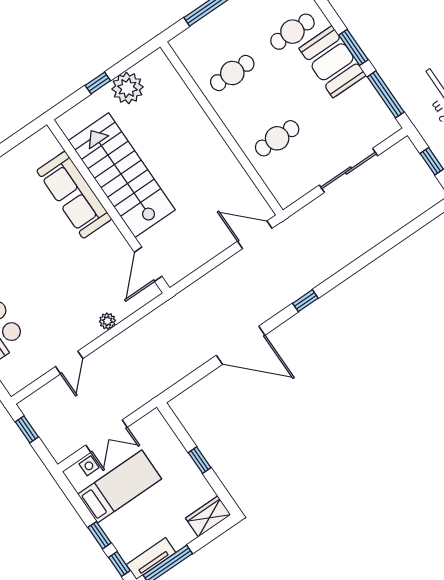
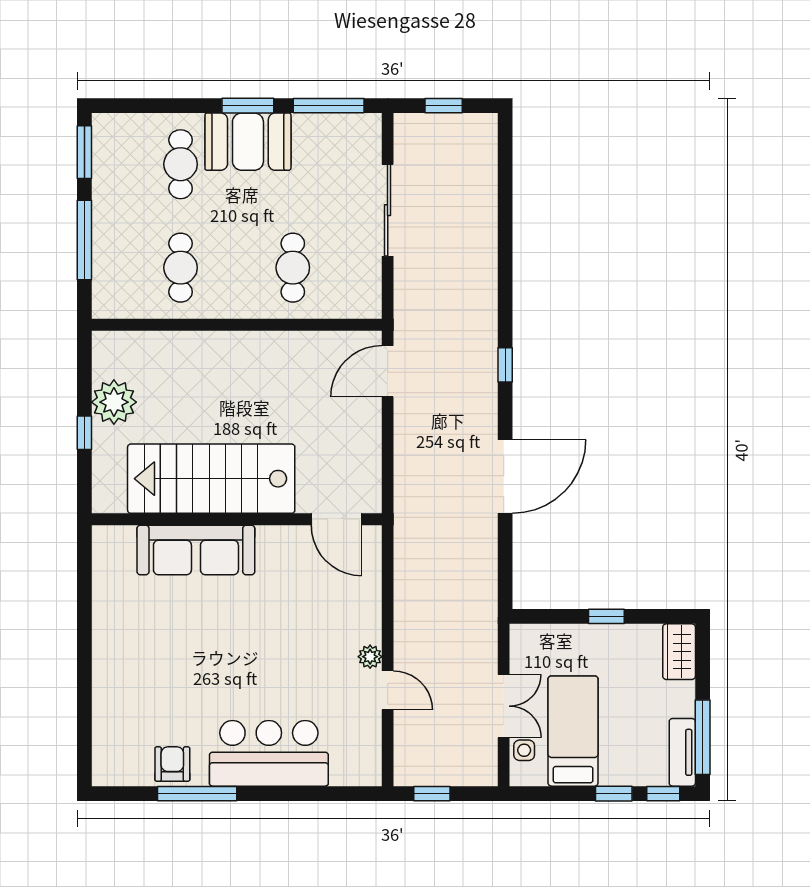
plant: (107, 321) -> (370, 657), moved

